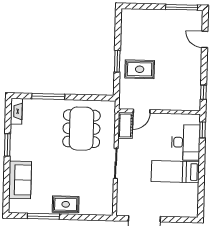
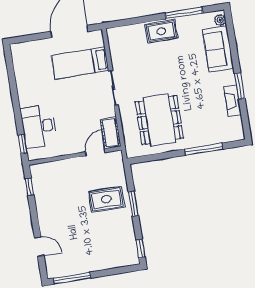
window: (118, 22) -> (141, 249), added
fireplace: (16, 111) -> (233, 101), moved
bed: (175, 172) -> (80, 63), moved, turned 180
plant: (13, 204) -> (220, 20), added

